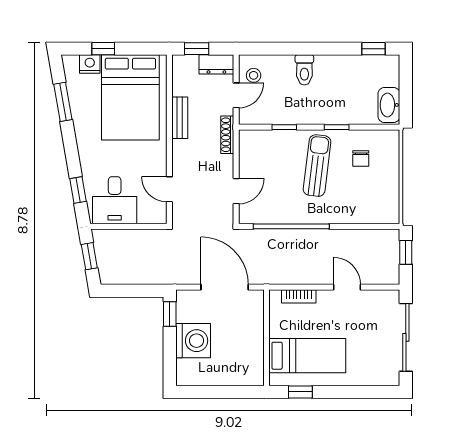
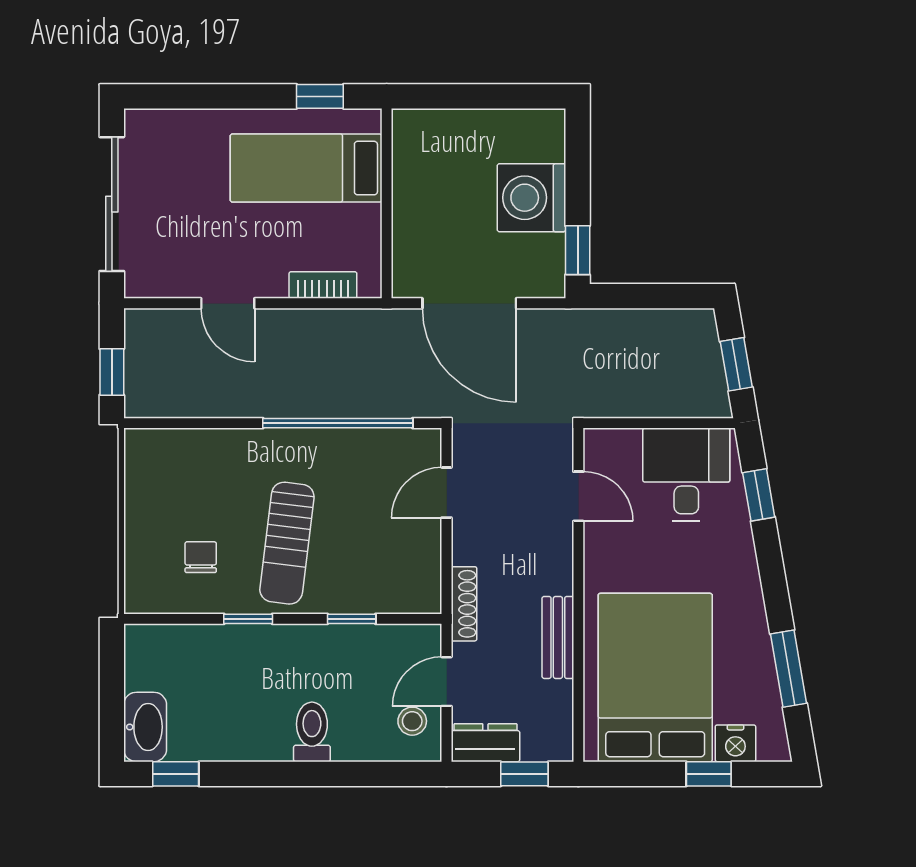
washbasin: (389, 105) -> (145, 727), moved

